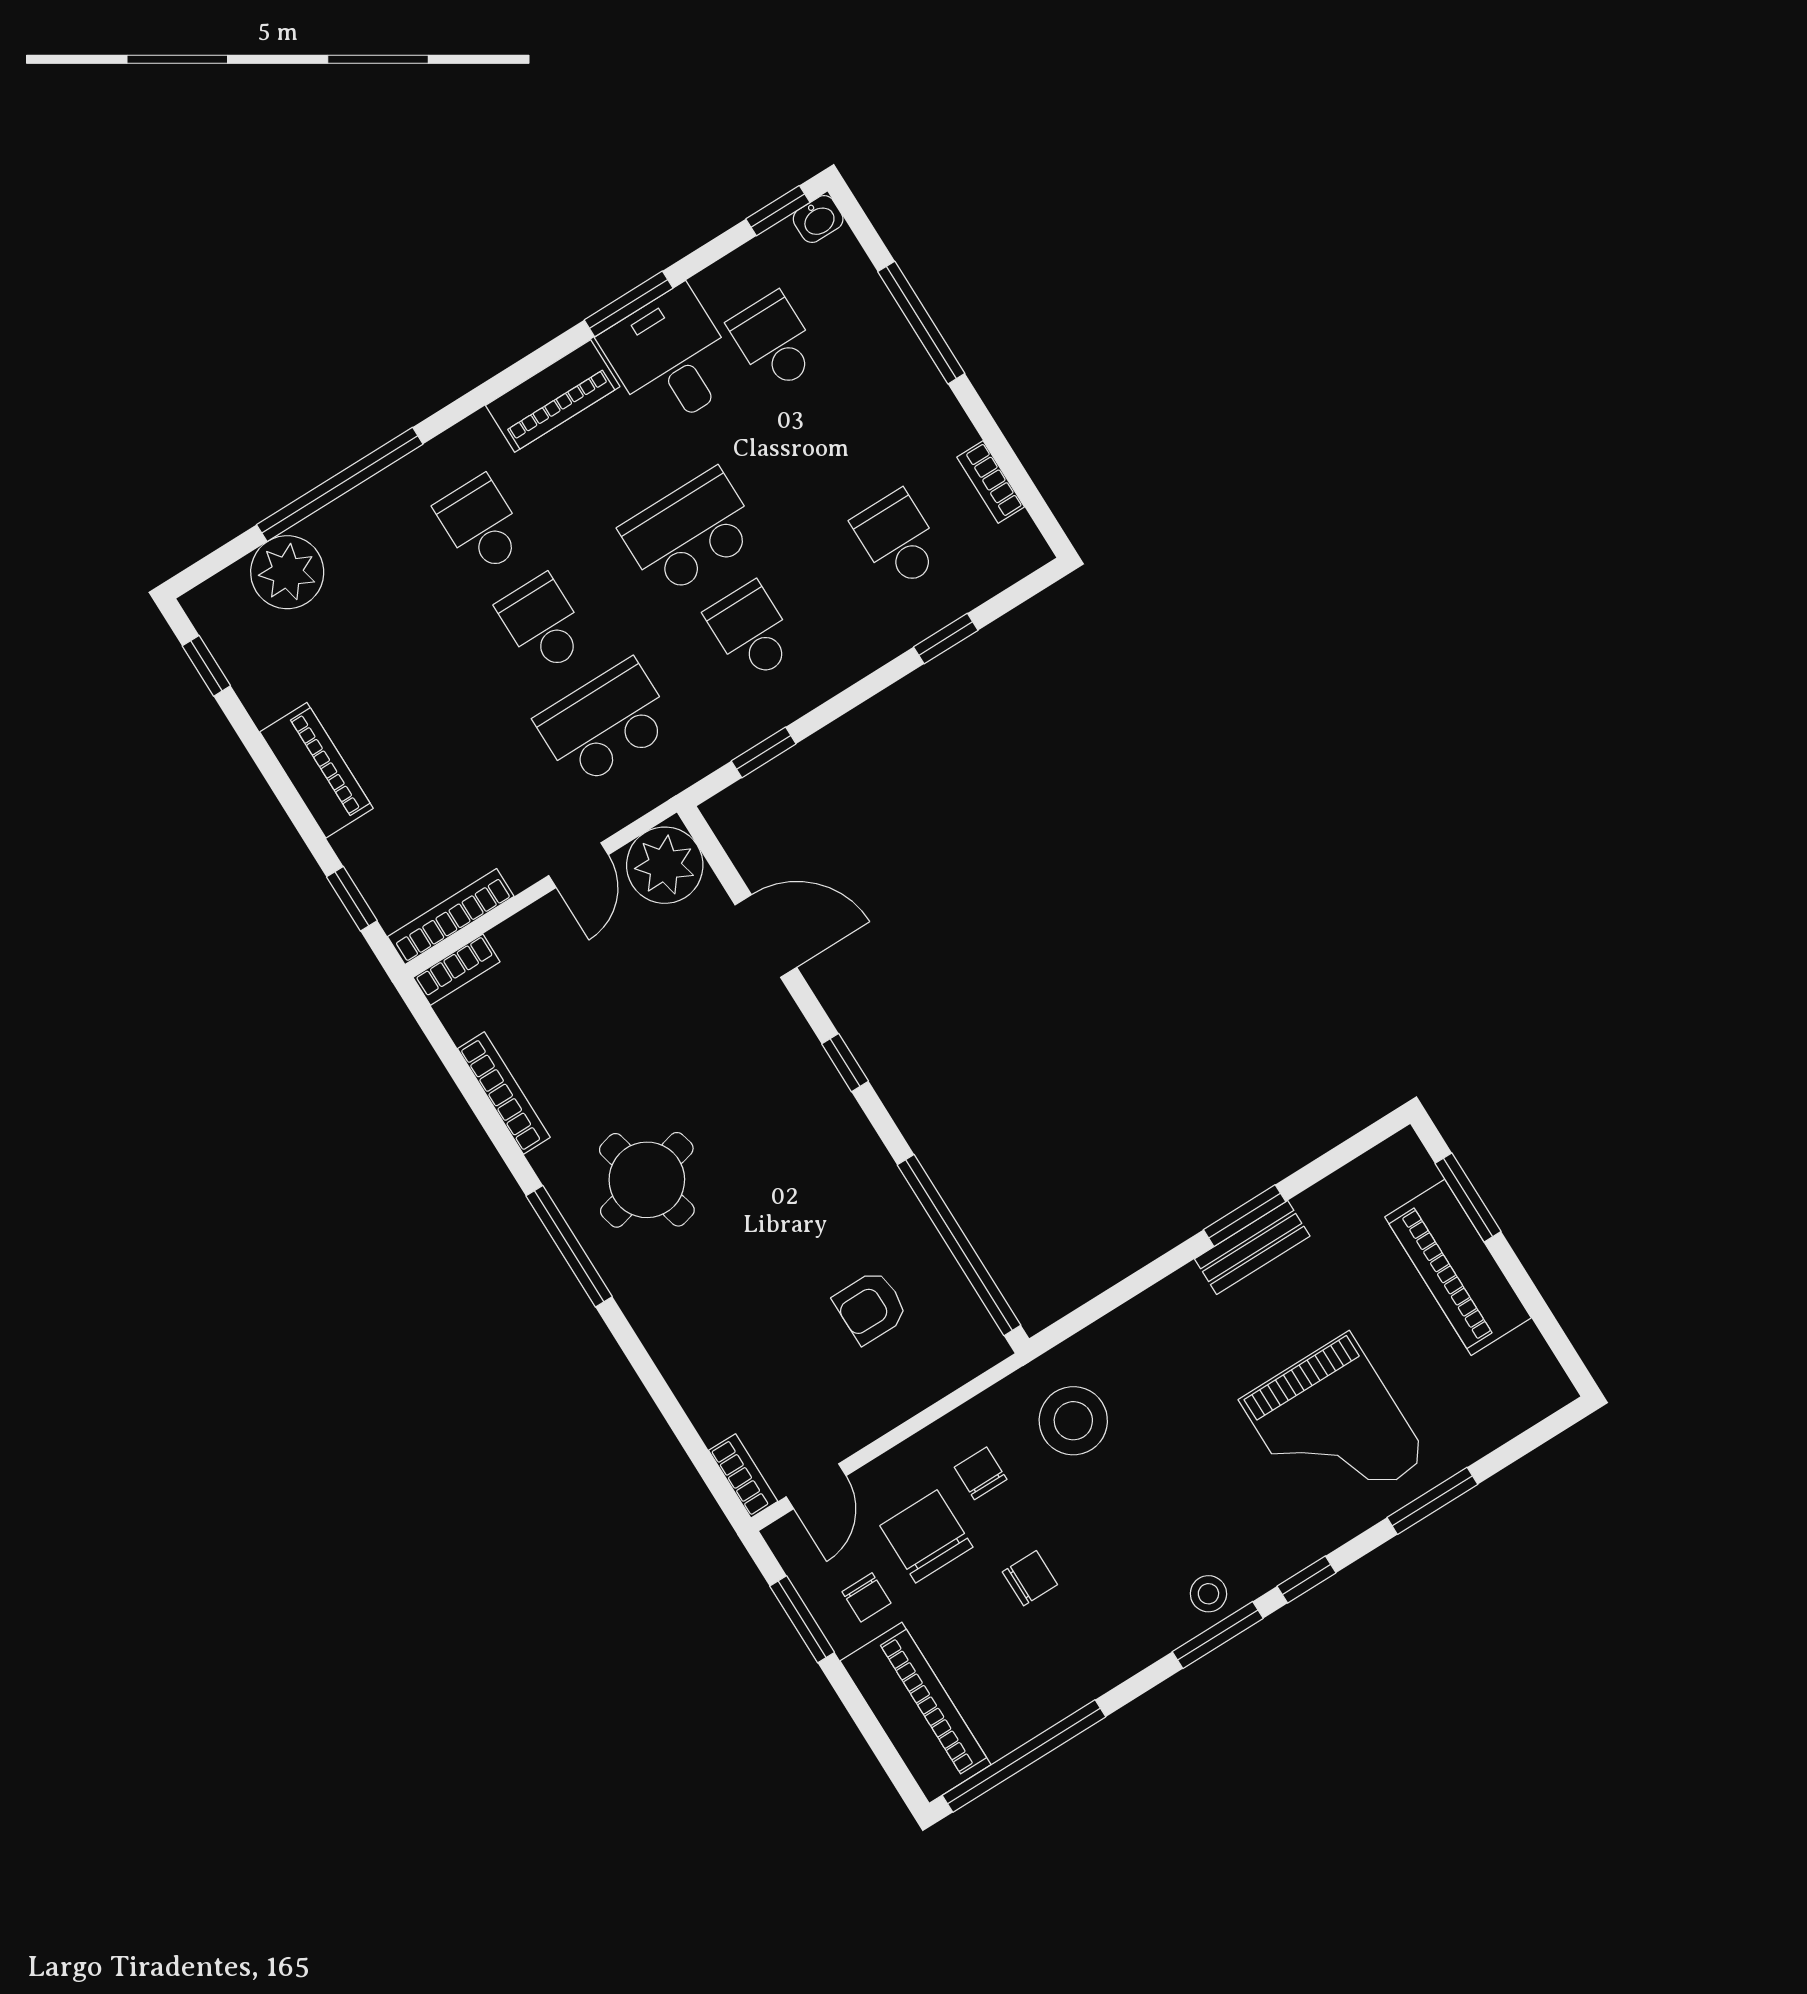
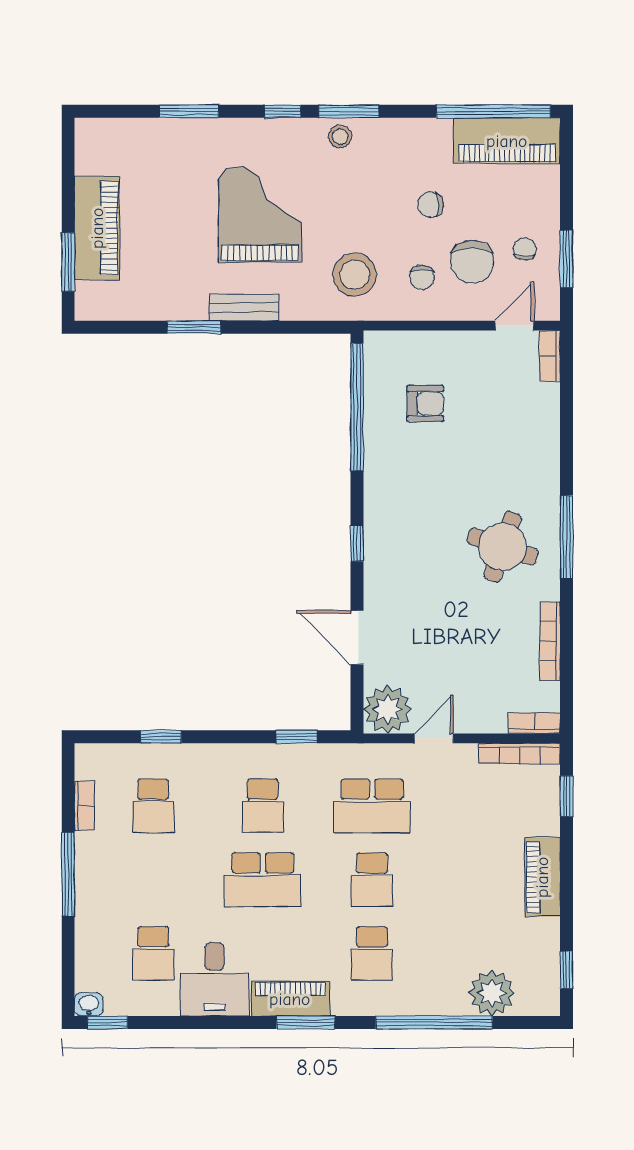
window: (629, 304) -> (306, 1022), moved
window: (921, 323) -> (68, 874), moved
round table: (647, 1180) -> (503, 547), turned 33
bench: (1252, 1247) -> (244, 308), moved
grand piano: (1334, 1429) -> (260, 214), moved
piano: (915, 1713) -> (507, 141), moved, turned -90

